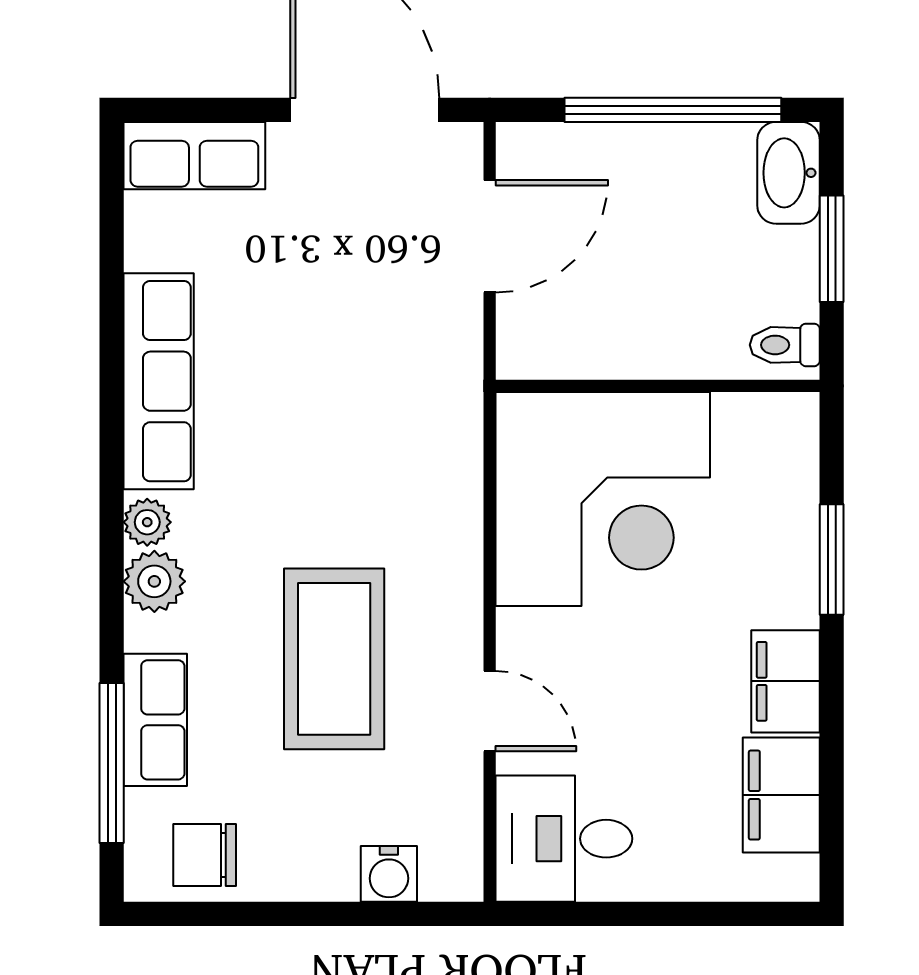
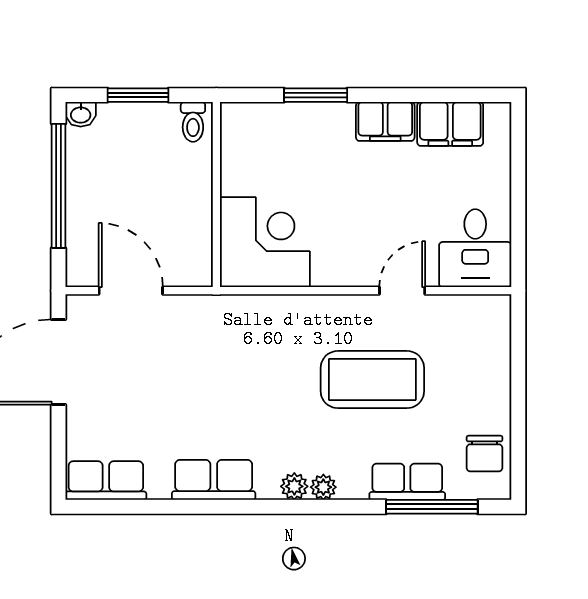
row of seats: (194, 156) -> (106, 481), moved, turned -90
washbasin: (788, 173) -> (81, 114), width x0.52, depth x0.69
row of seats: (159, 381) -> (214, 480), width x0.68
corner desk: (603, 499) -> (265, 242), width x0.74, depth x0.74
plant: (154, 581) -> (323, 487), width x0.73, depth x0.73
water cooler: (389, 874) -> (495, 348), removed

